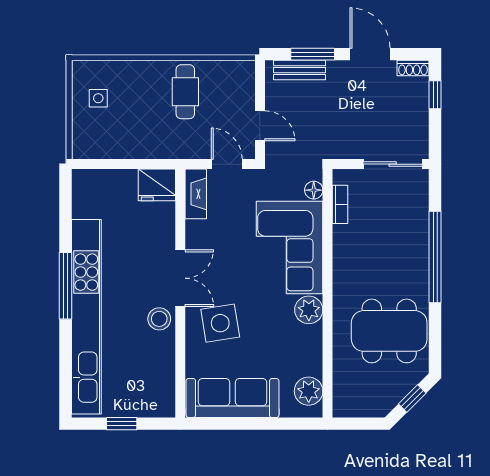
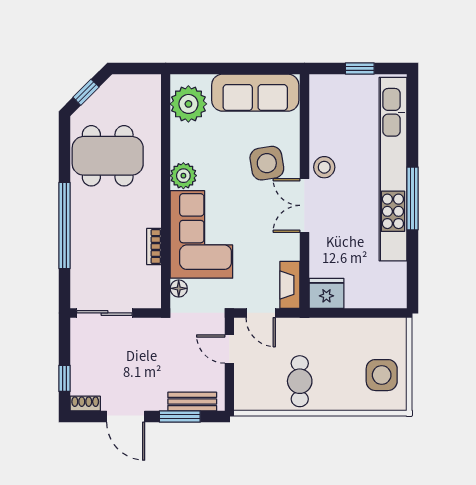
side table: (98, 98) -> (382, 375), width x1.87, depth x1.87
bookcase: (340, 204) -> (154, 247), moved
plant: (309, 391) -> (188, 104), width x1.36, depth x1.36

